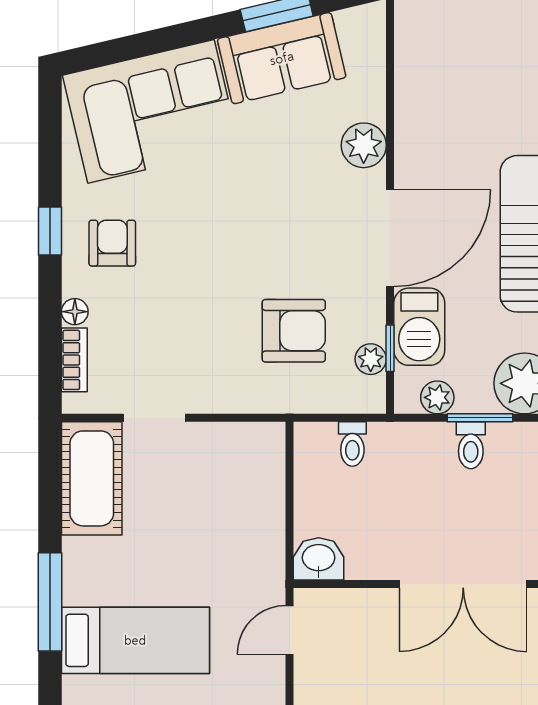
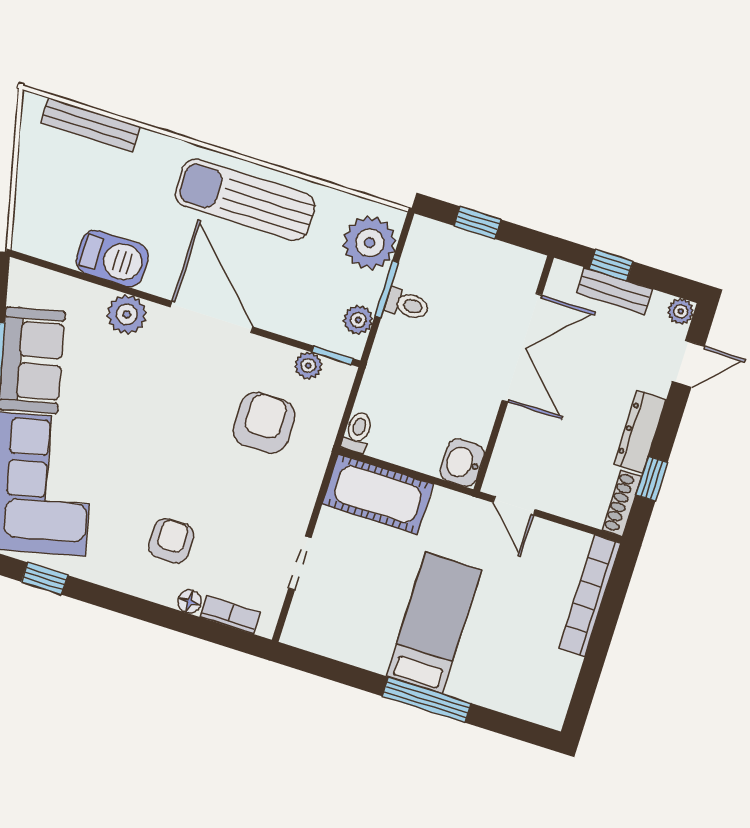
window: (50, 231) -> (45, 578), moved
armchair: (112, 243) -> (171, 541), moved, turned 90
barbecue: (419, 327) -> (112, 259), moved
window: (390, 348) -> (333, 355), moved
toilet: (352, 444) -> (358, 432), moved, turned -90
cot: (92, 478) -> (378, 494), moved
bed: (135, 640) -> (434, 623), moved

